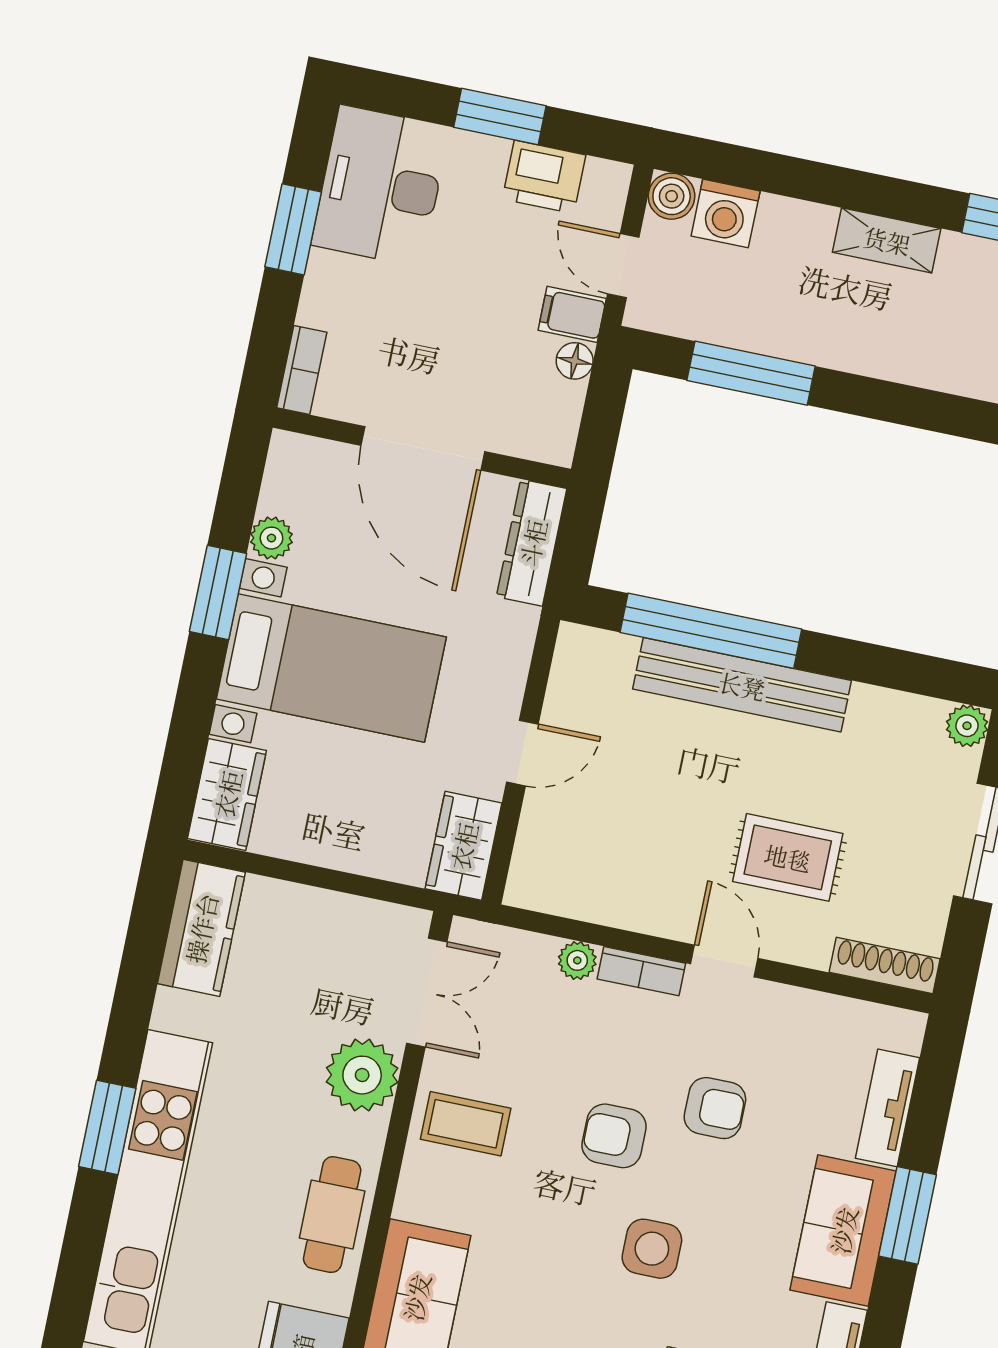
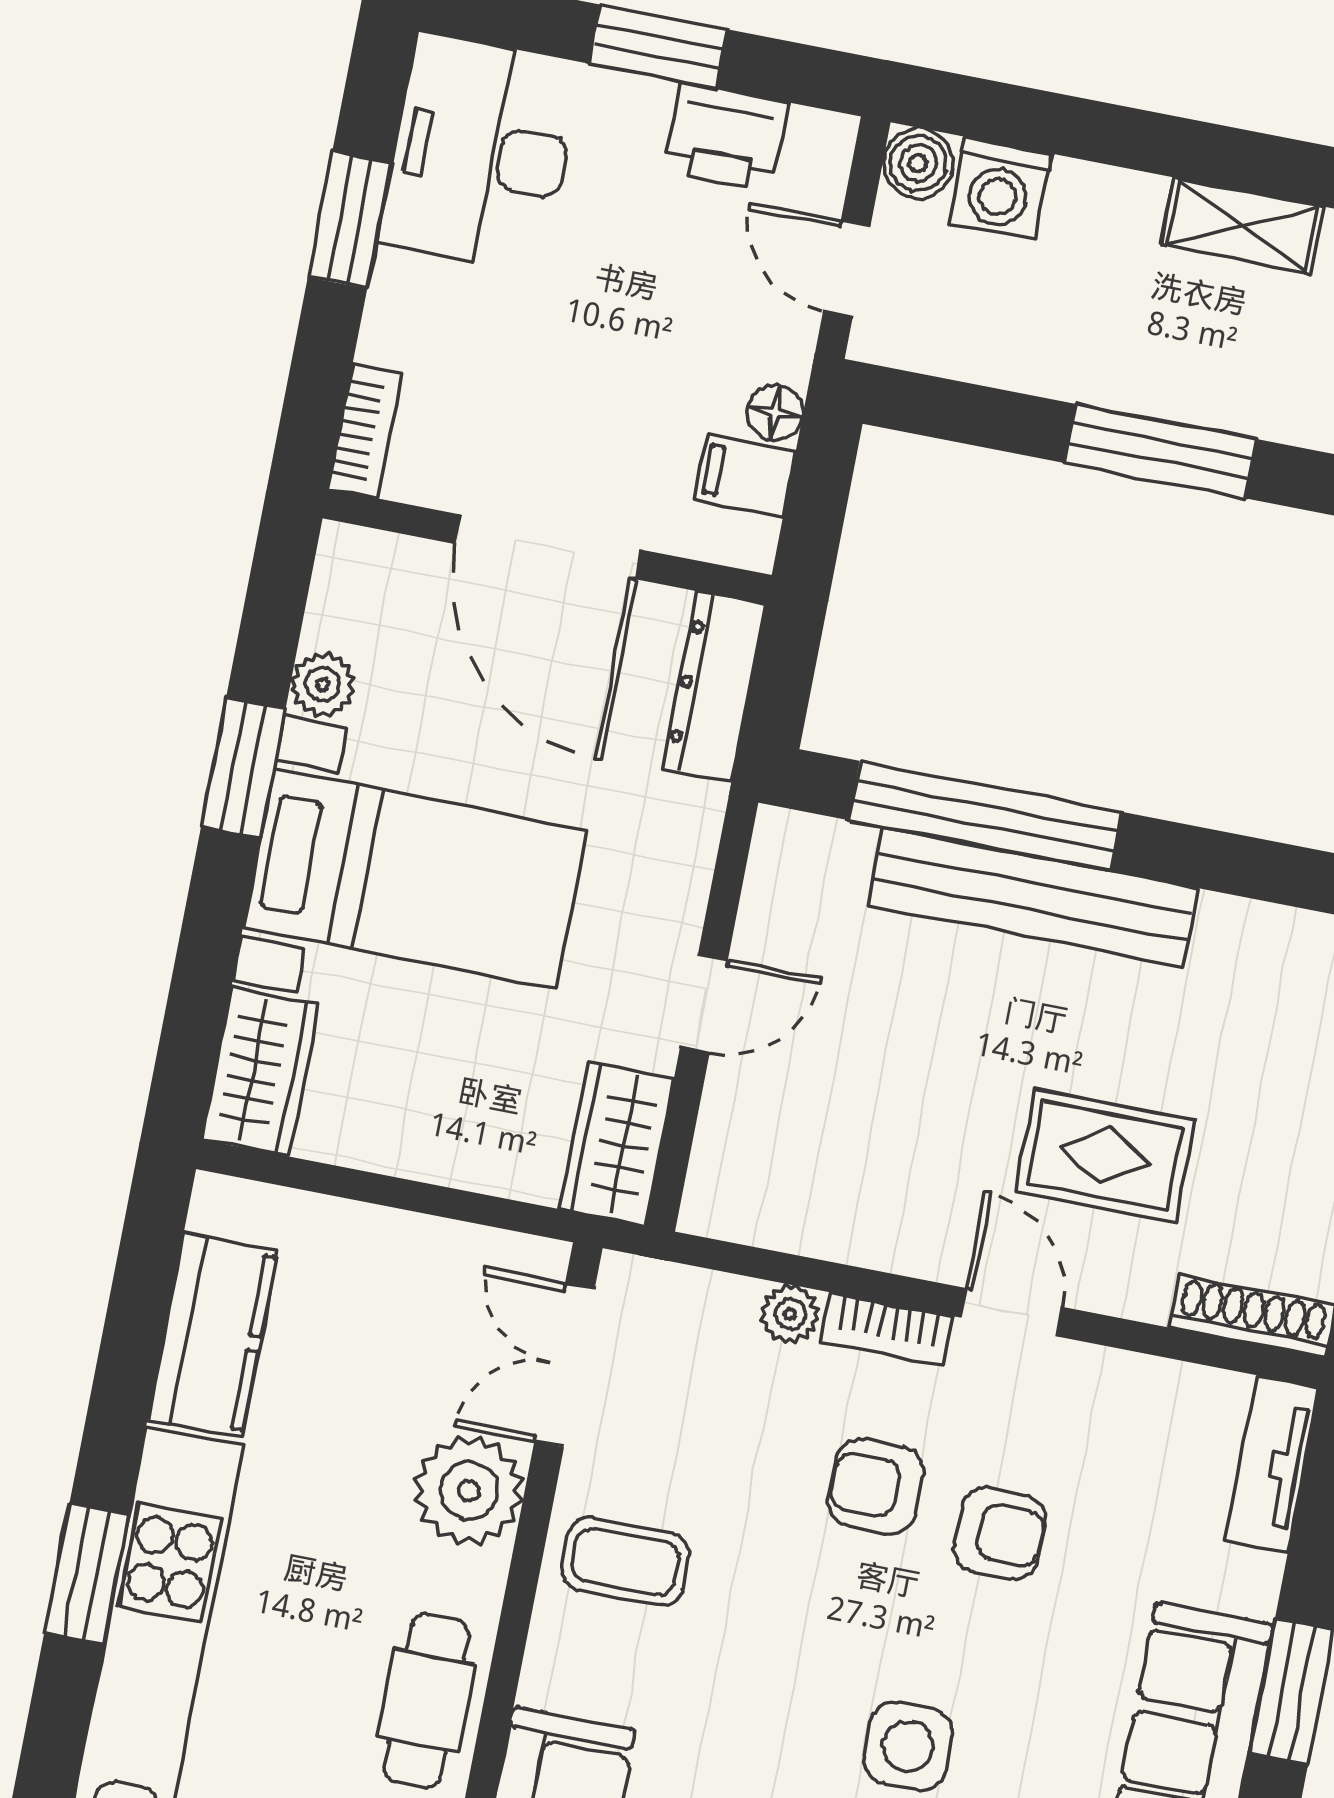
filing cabinet: (572, 314) -> (745, 476), moved
window: (751, 373) -> (1161, 451), moved
kitchen counter: (201, 928) -> (212, 1335), moved
double door: (427, 993) -> (565, 1365), swing flipped
tv unit: (887, 1108) -> (1272, 1464), moved
armchair: (614, 1136) -> (876, 1487), moved

